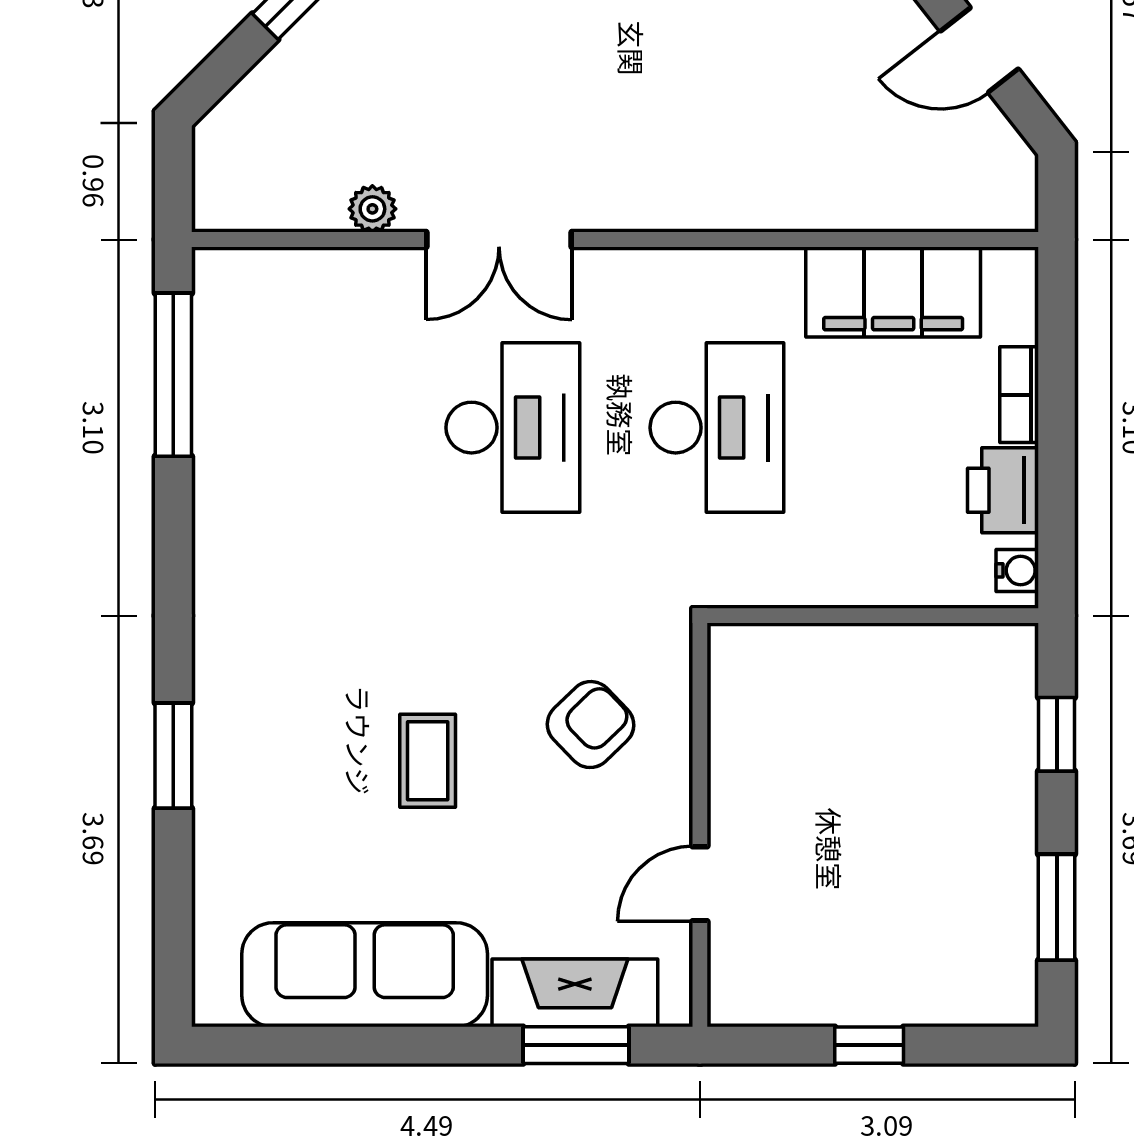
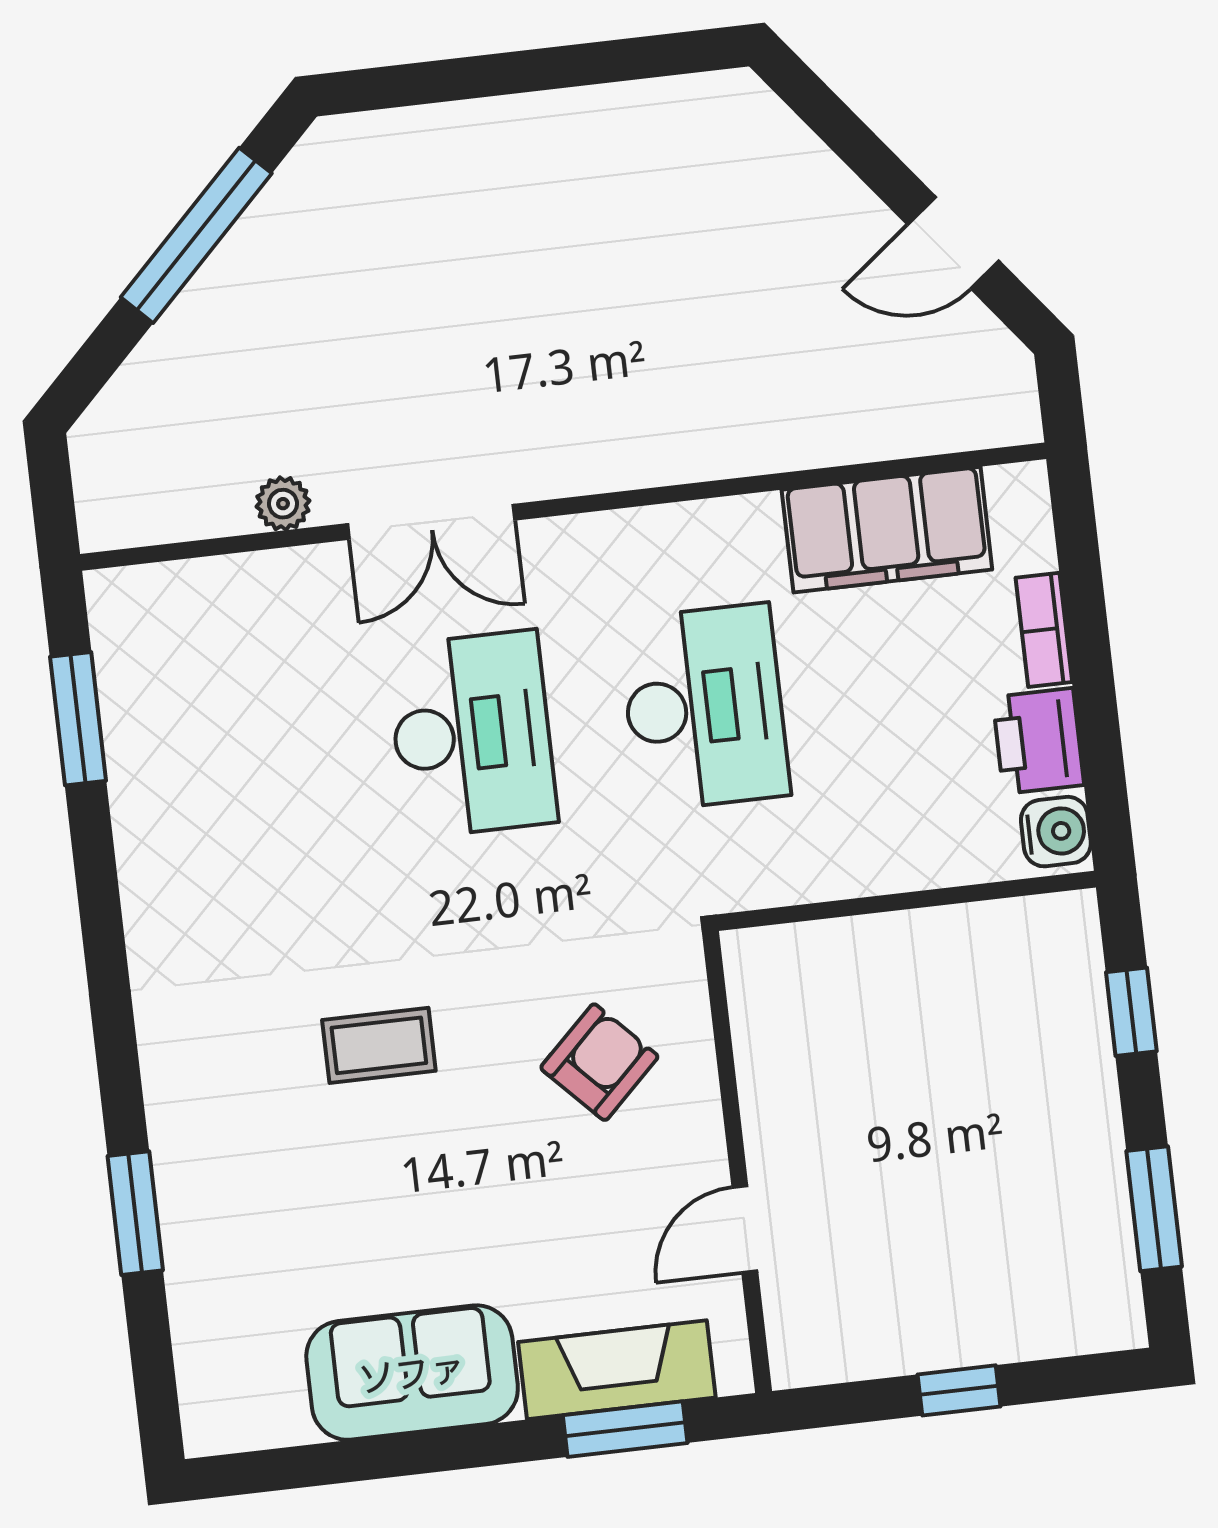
window: (173, 375) -> (78, 719), width x0.69
water cooler: (1017, 570) -> (1056, 832), width x1.38, depth x1.38
window: (173, 756) -> (135, 1213), moved
coffee table: (428, 761) -> (379, 1045), moved, turned 90
sofa: (365, 975) -> (412, 1373), width x0.73

